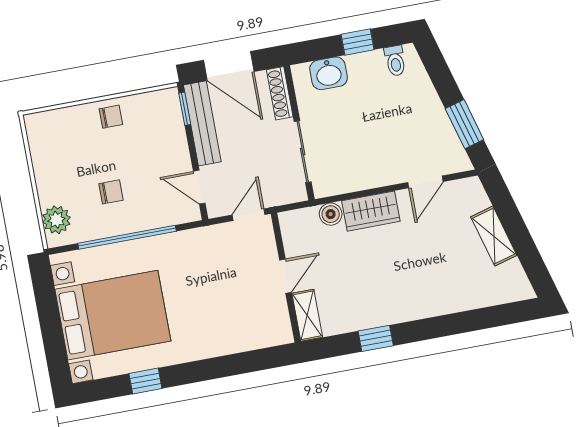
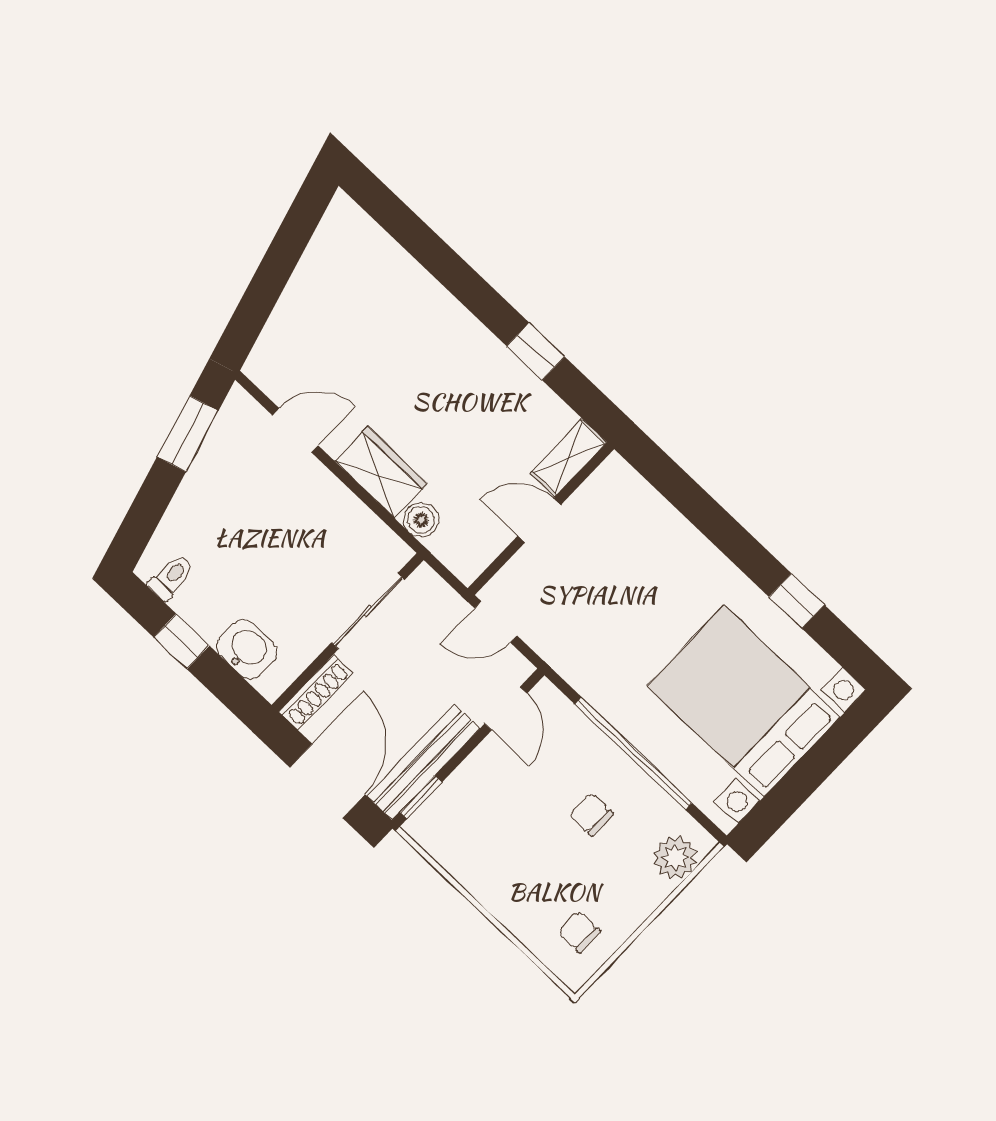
chair: (111, 117) -> (579, 932), moved
shelving: (494, 236) -> (301, 296), removed

